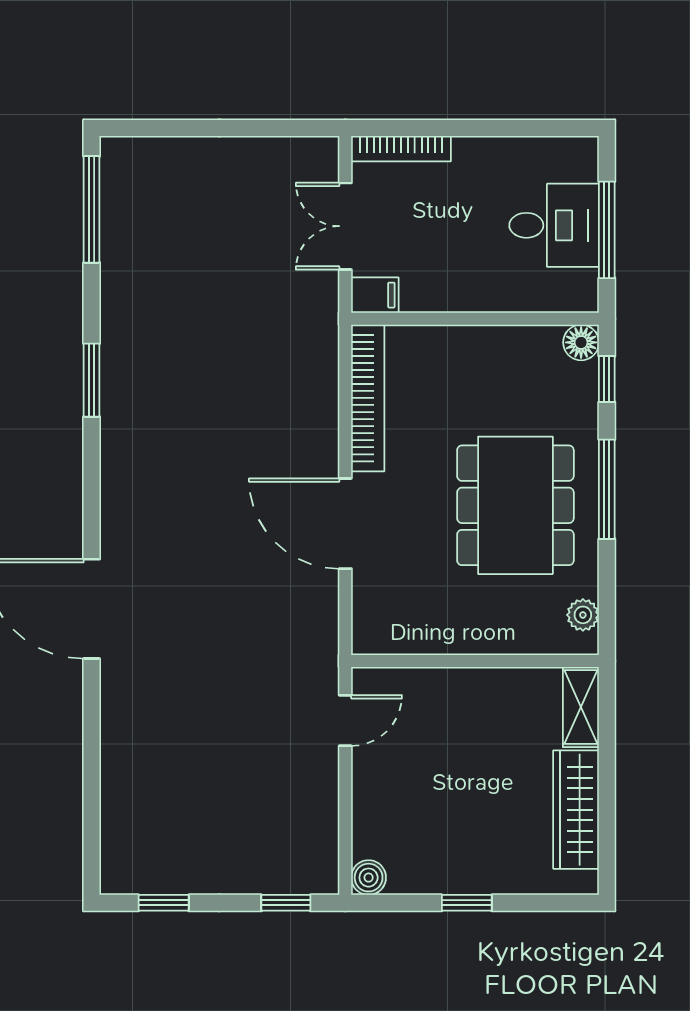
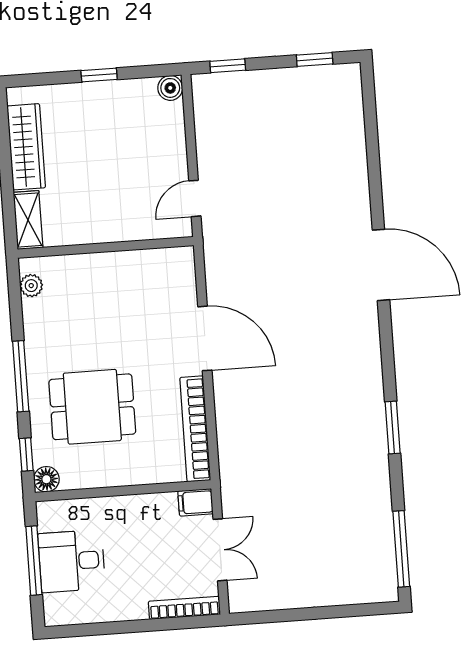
dining table: (515, 505) -> (92, 407), moved, width x0.73

